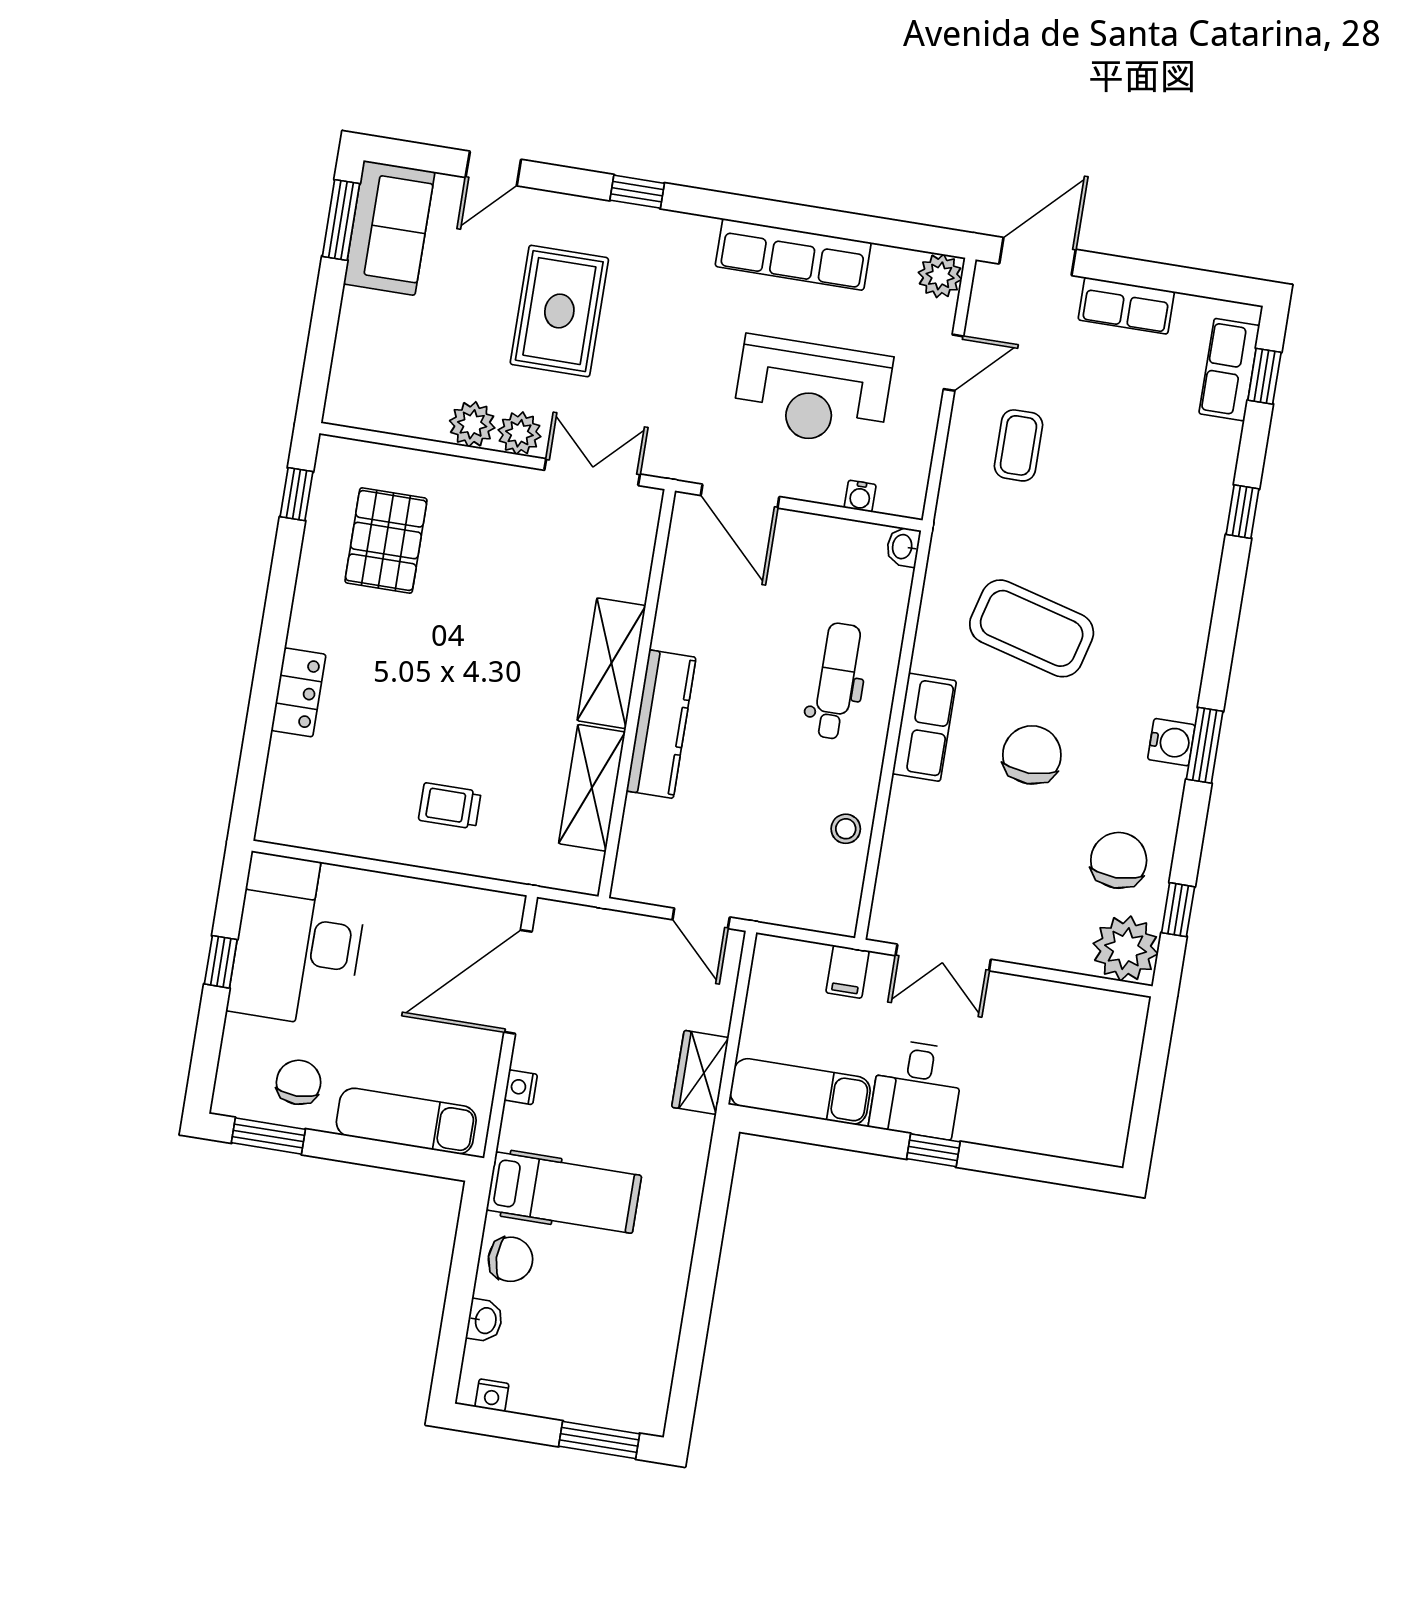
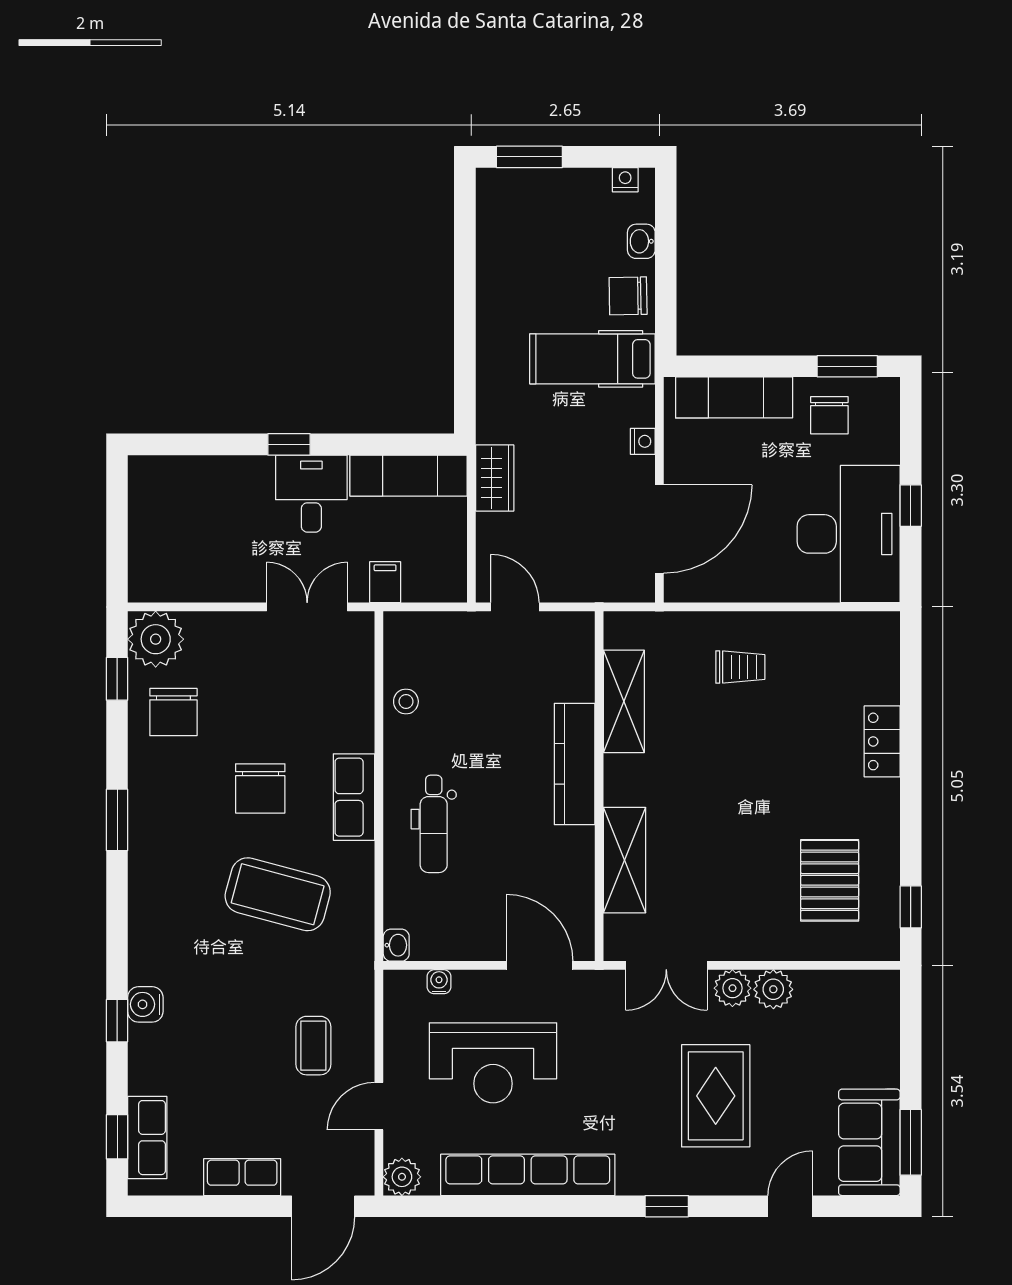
row of seats: (793, 254) -> (528, 1175), width x1.36
reception desk: (813, 391) -> (493, 1063), turned 180
shelving: (611, 663) -> (624, 860), moved
water cooler: (1171, 742) -> (145, 1004), moved

